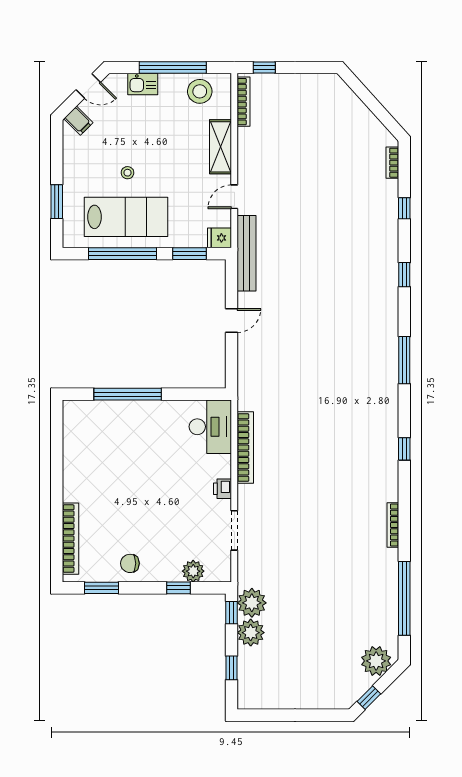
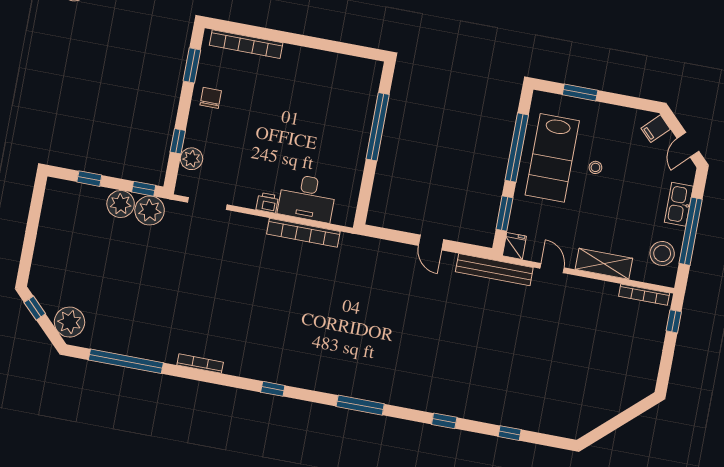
kitchen sink: (143, 84) -> (679, 204), width x1.38
bookcase: (392, 163) -> (557, 430), removed
desk: (210, 427) -> (307, 198), moved
doorway: (234, 530) -> (207, 203), moved

